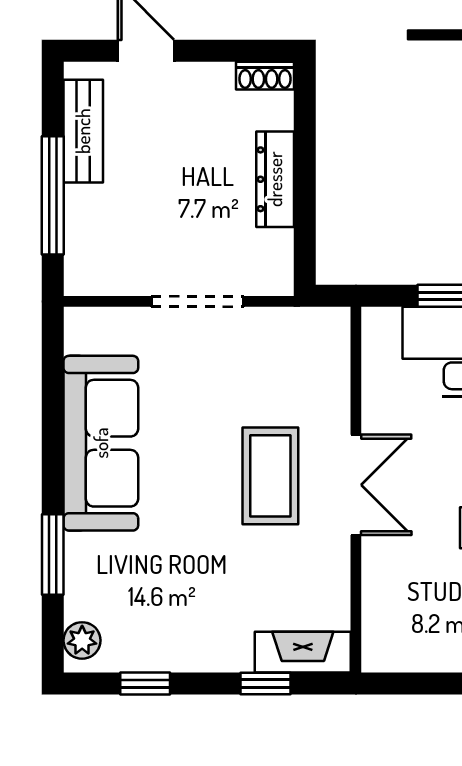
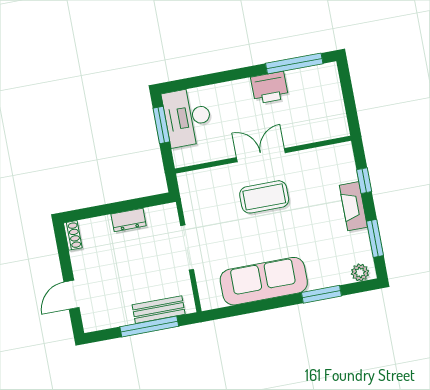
bench: (83, 131) -> (159, 310), moved
dresser: (275, 179) -> (129, 220), width x0.70
fireplace: (303, 652) -> (353, 206), moved
window: (145, 683) -> (375, 238), width x1.50

